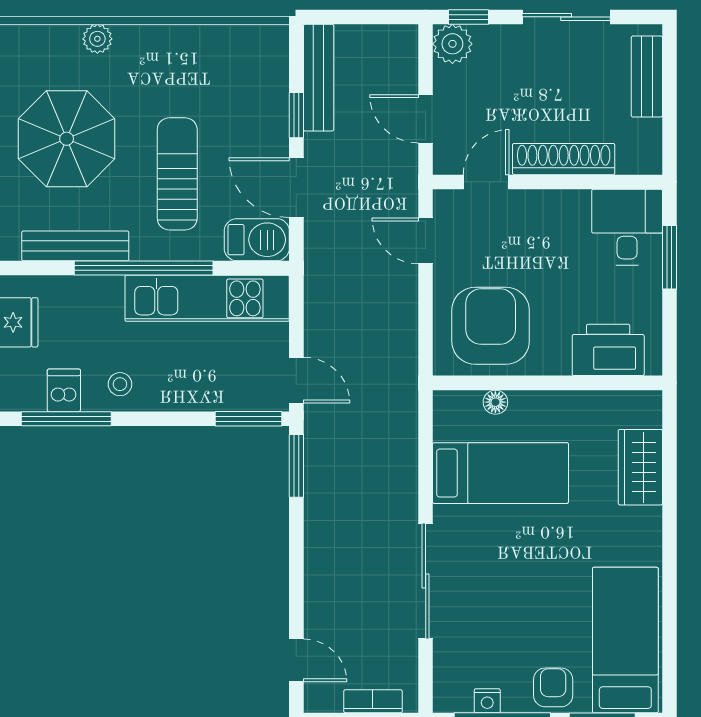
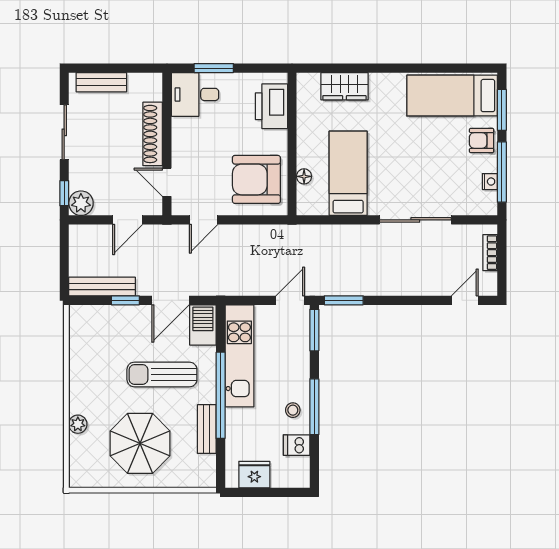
bench: (75, 246) -> (207, 429), width x0.73
window: (66, 419) -> (314, 407), moved

